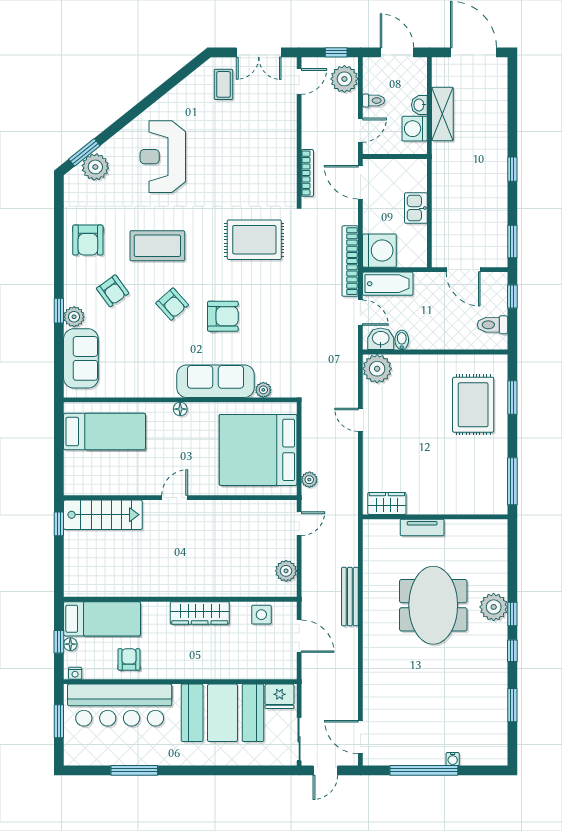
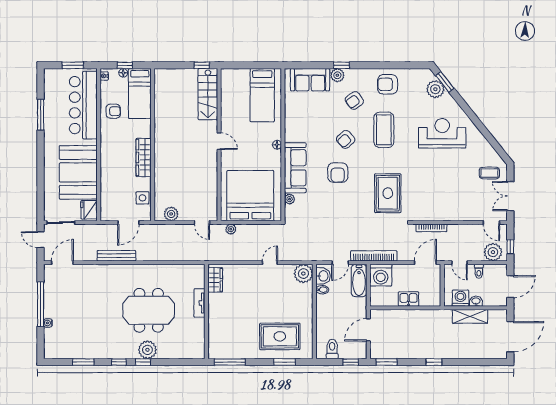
bench: (350, 597) -> (116, 256), moved

